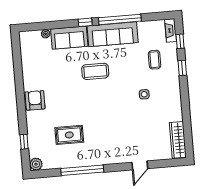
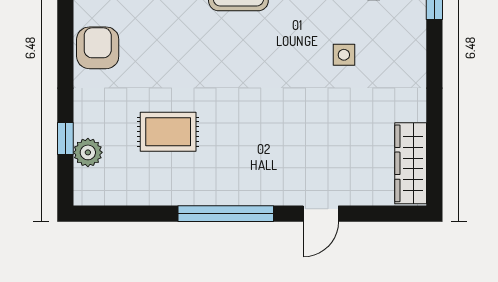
plant: (36, 164) -> (88, 152), moved
window: (82, 170) -> (226, 214), moved

